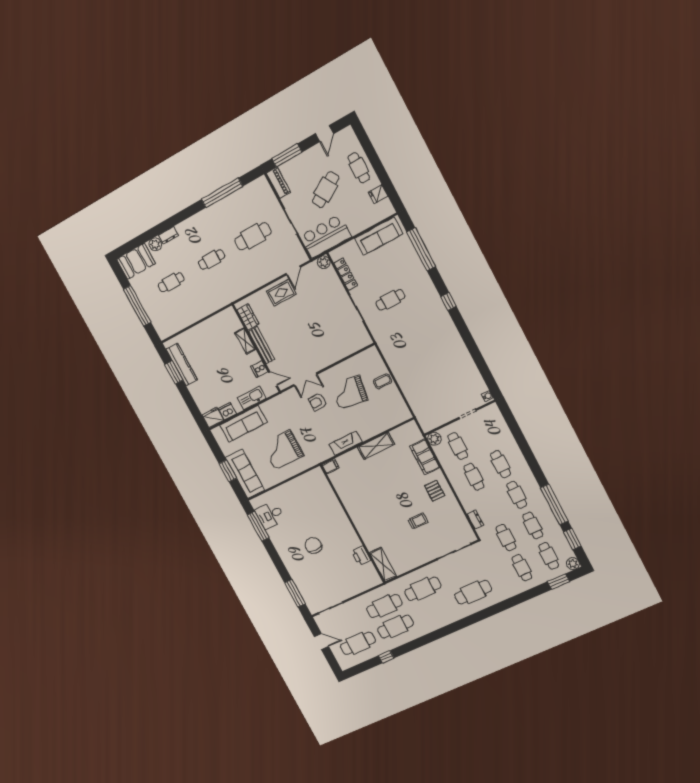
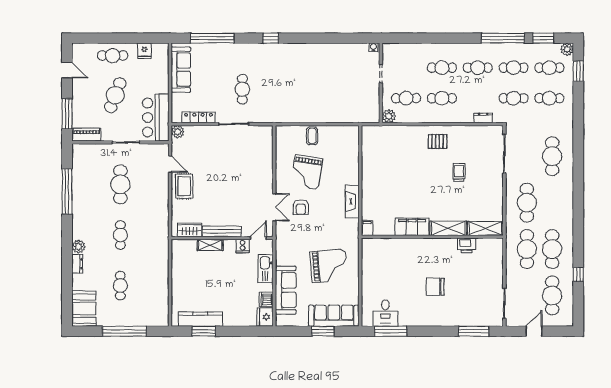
cafe table: (326, 190) -> (115, 95), turned 52
plant: (155, 244) -> (79, 247), moved
shelving: (376, 446) -> (448, 228), moved, turned 90
grand piano: (283, 450) -> (329, 266), turned -95
filing cabinet: (425, 457) -> (412, 227), moved, turned 180

